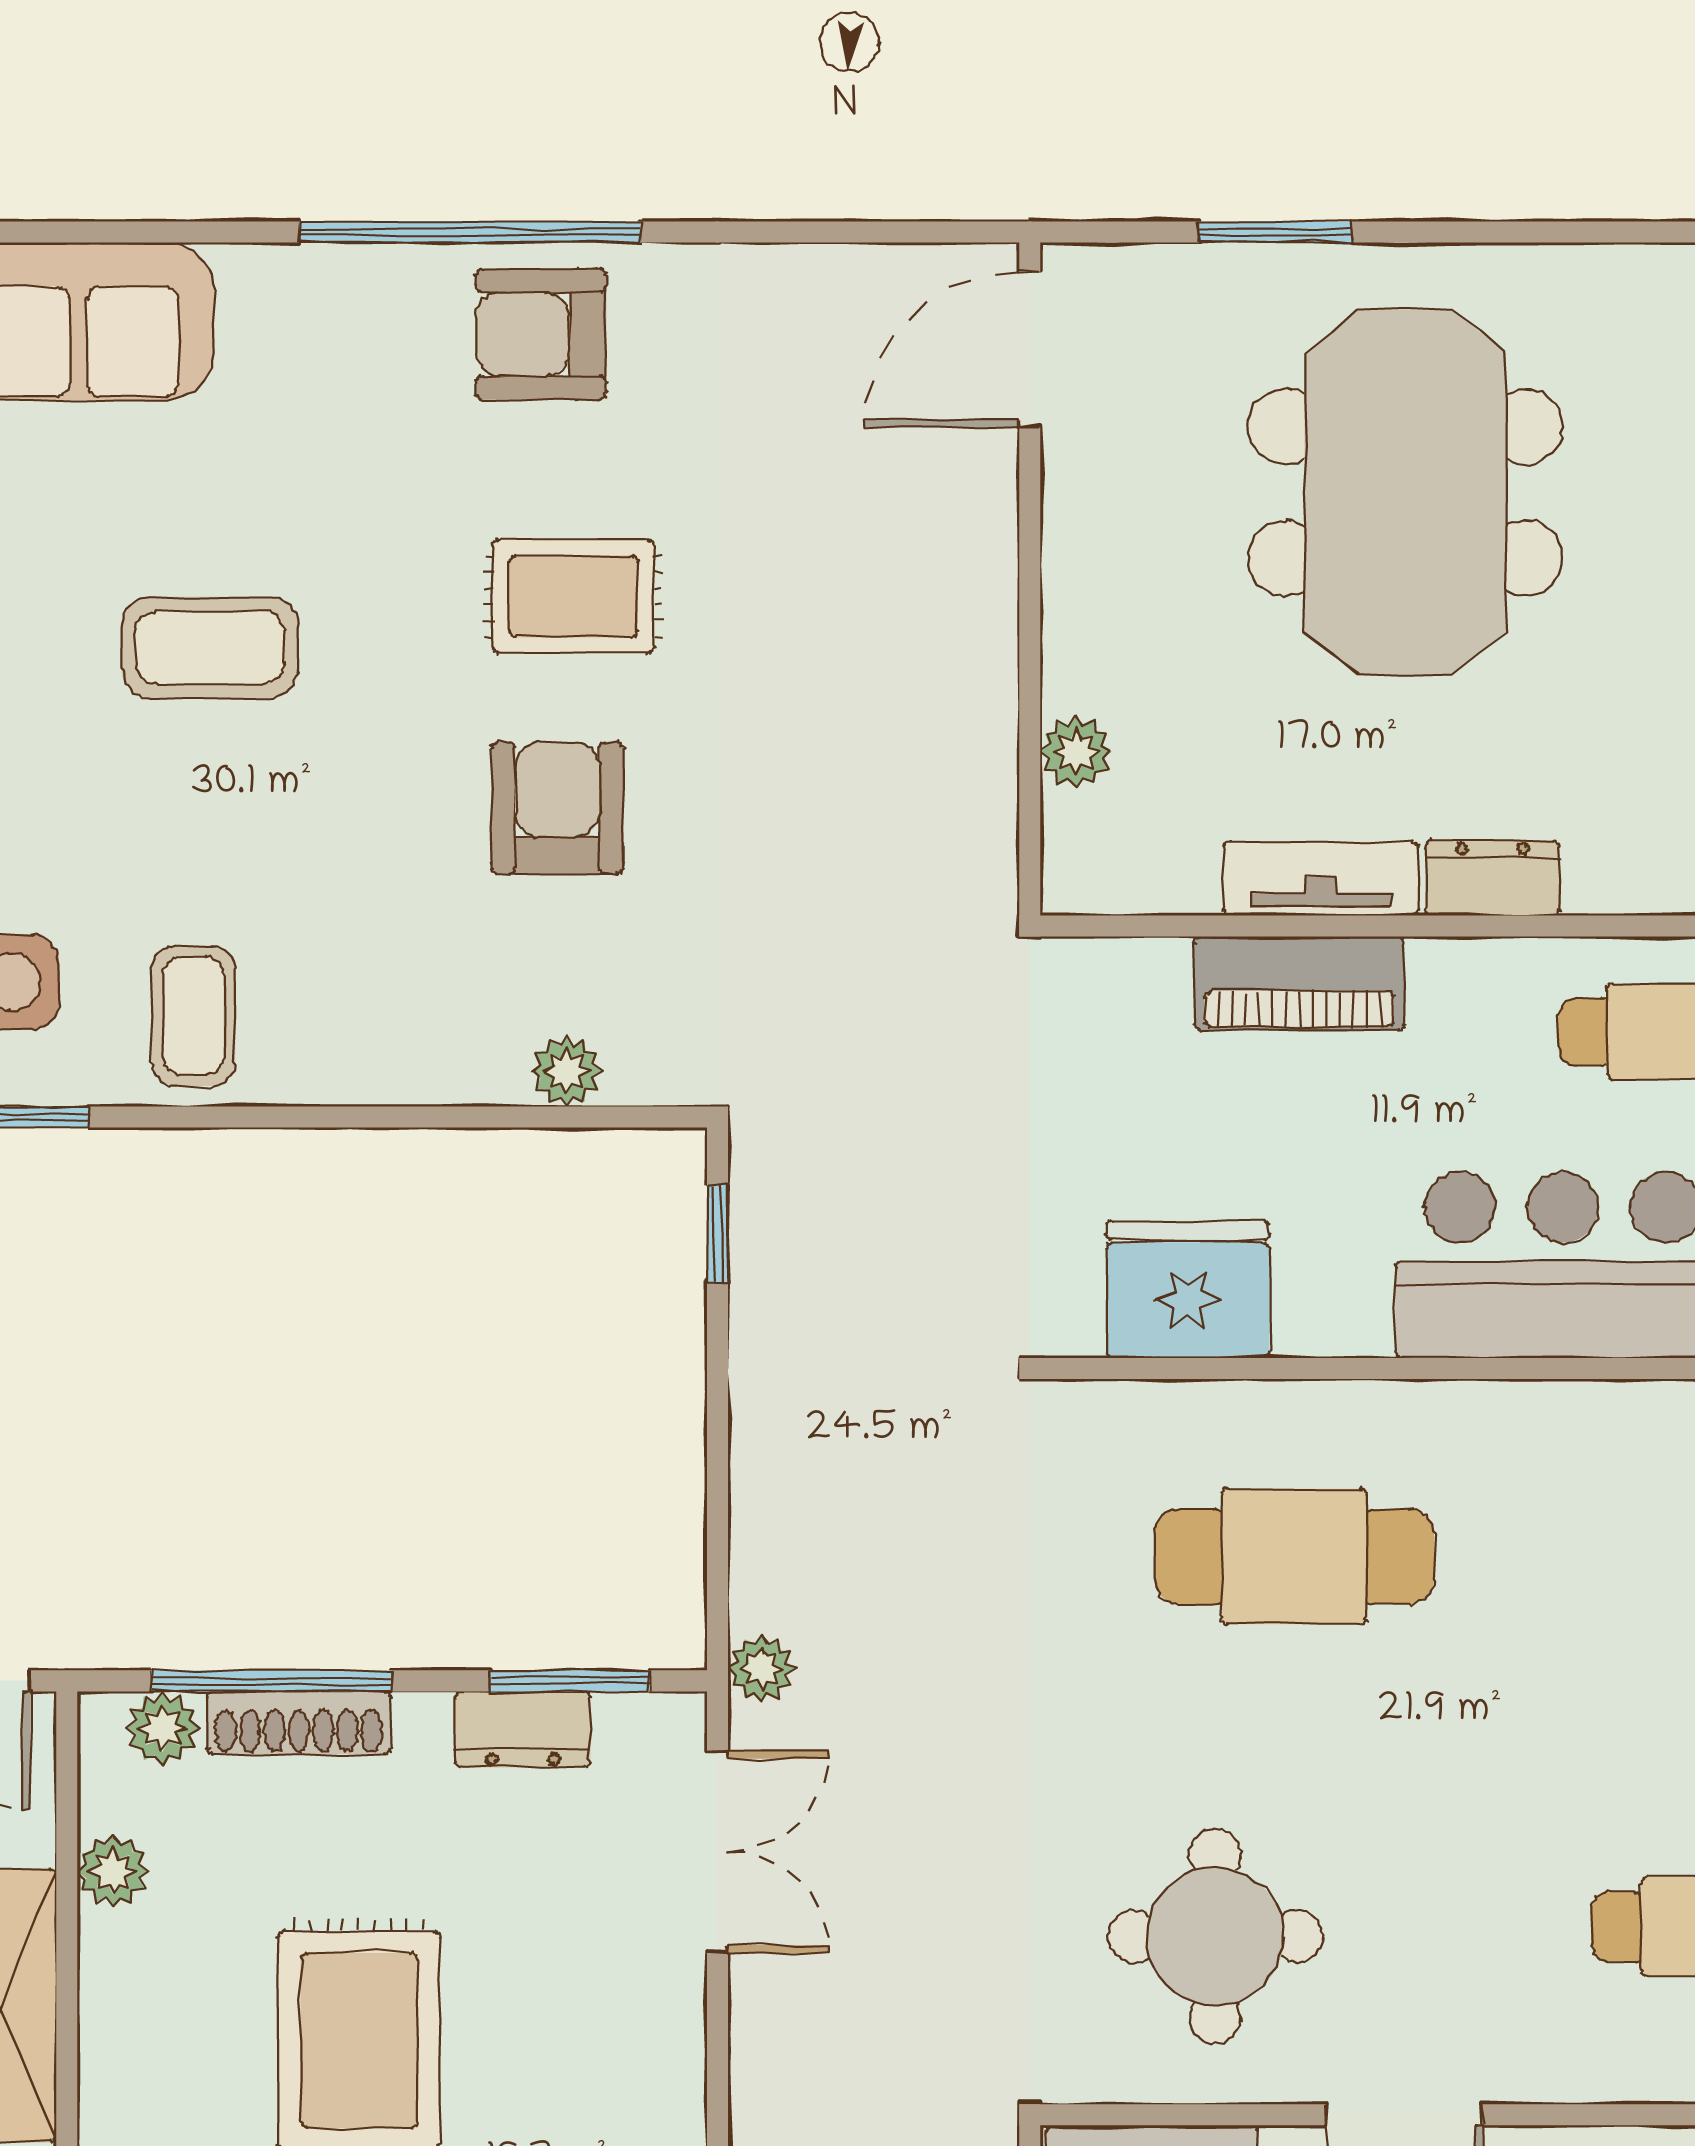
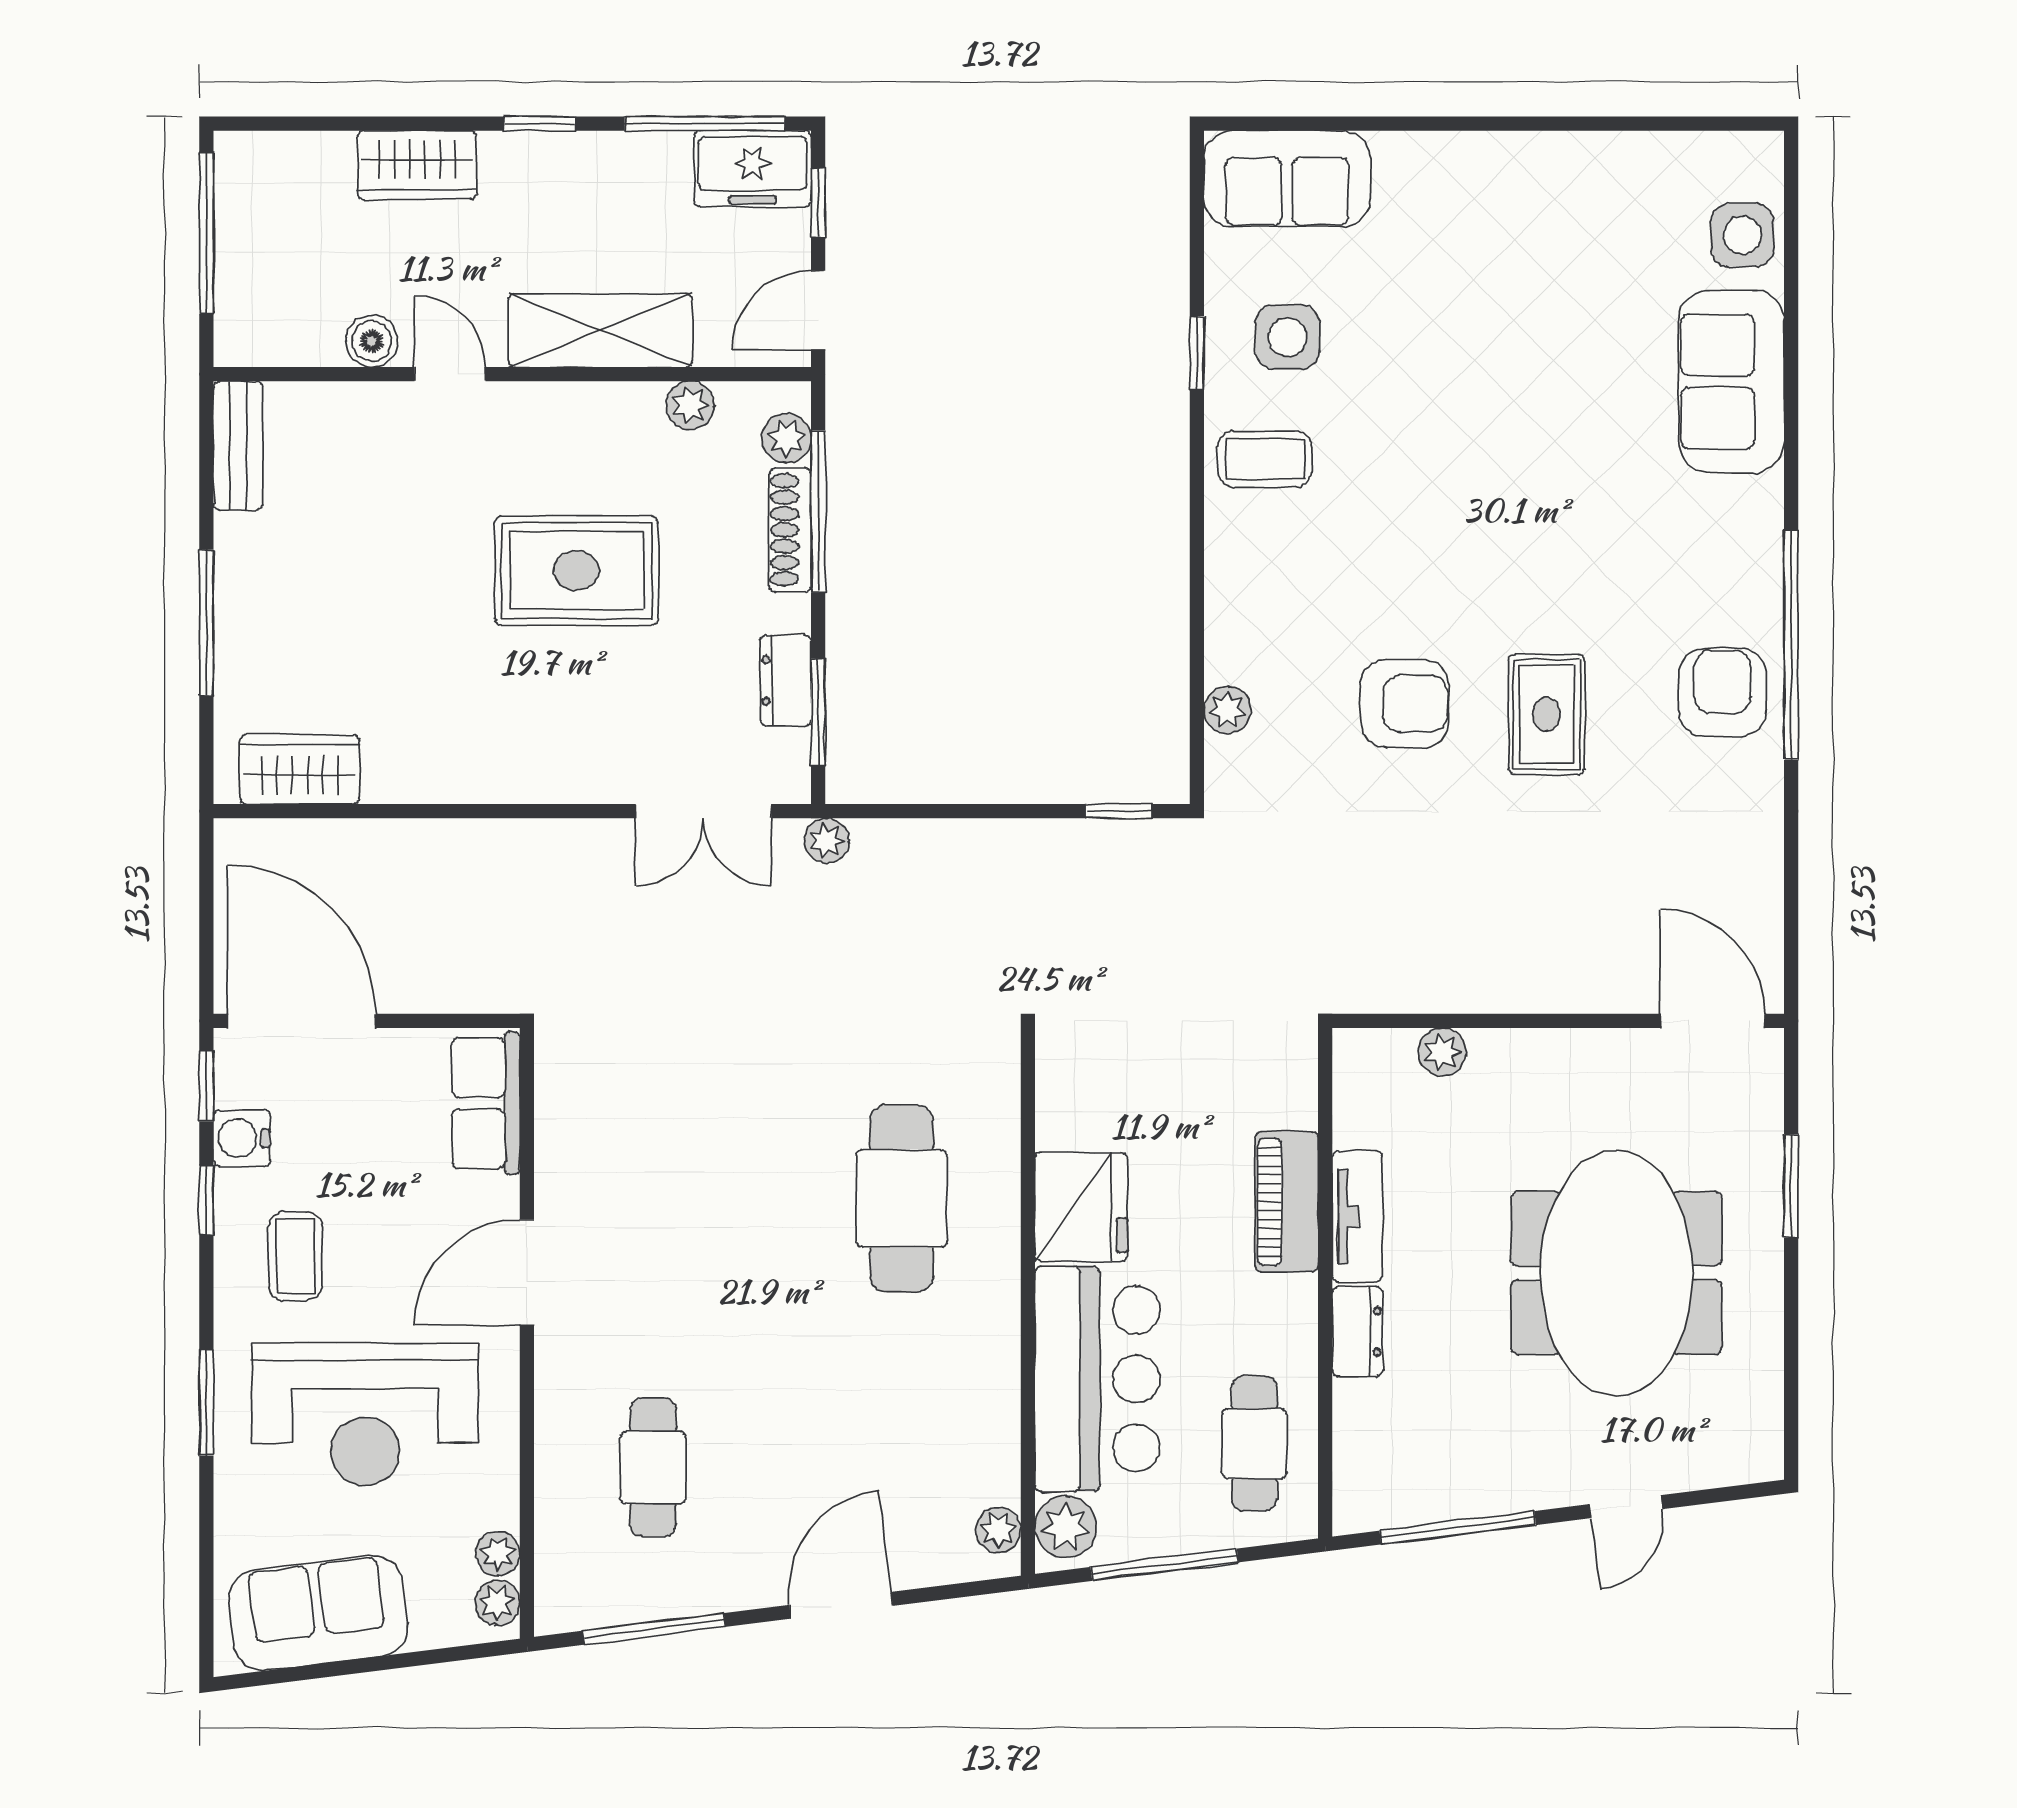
meeting table: (1405, 492) -> (1616, 1273), turned 90
coffee table: (210, 647) -> (1512, 470), removed
fridge: (1188, 1289) -> (1081, 1207), moved
round table: (1215, 1936) -> (647, 1145), removed

